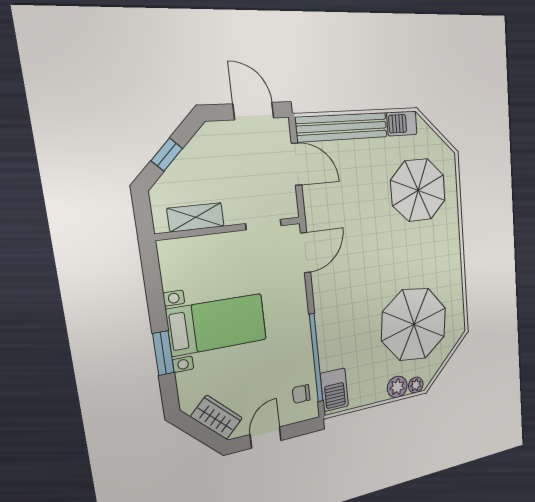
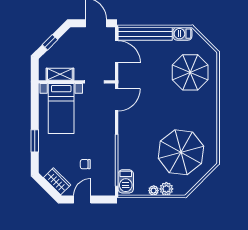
bed with nightstands: (217, 325) -> (61, 108), moved, turned 90
plant: (416, 385) -> (154, 191), moved
chair: (301, 394) -> (85, 164), moved

